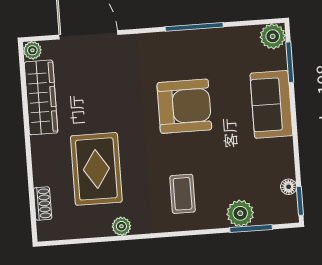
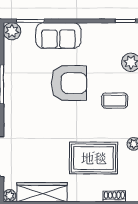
armchair: (184, 106) -> (69, 83), moved, turned 90
floor lamp: (289, 187) -> (115, 28), removed

